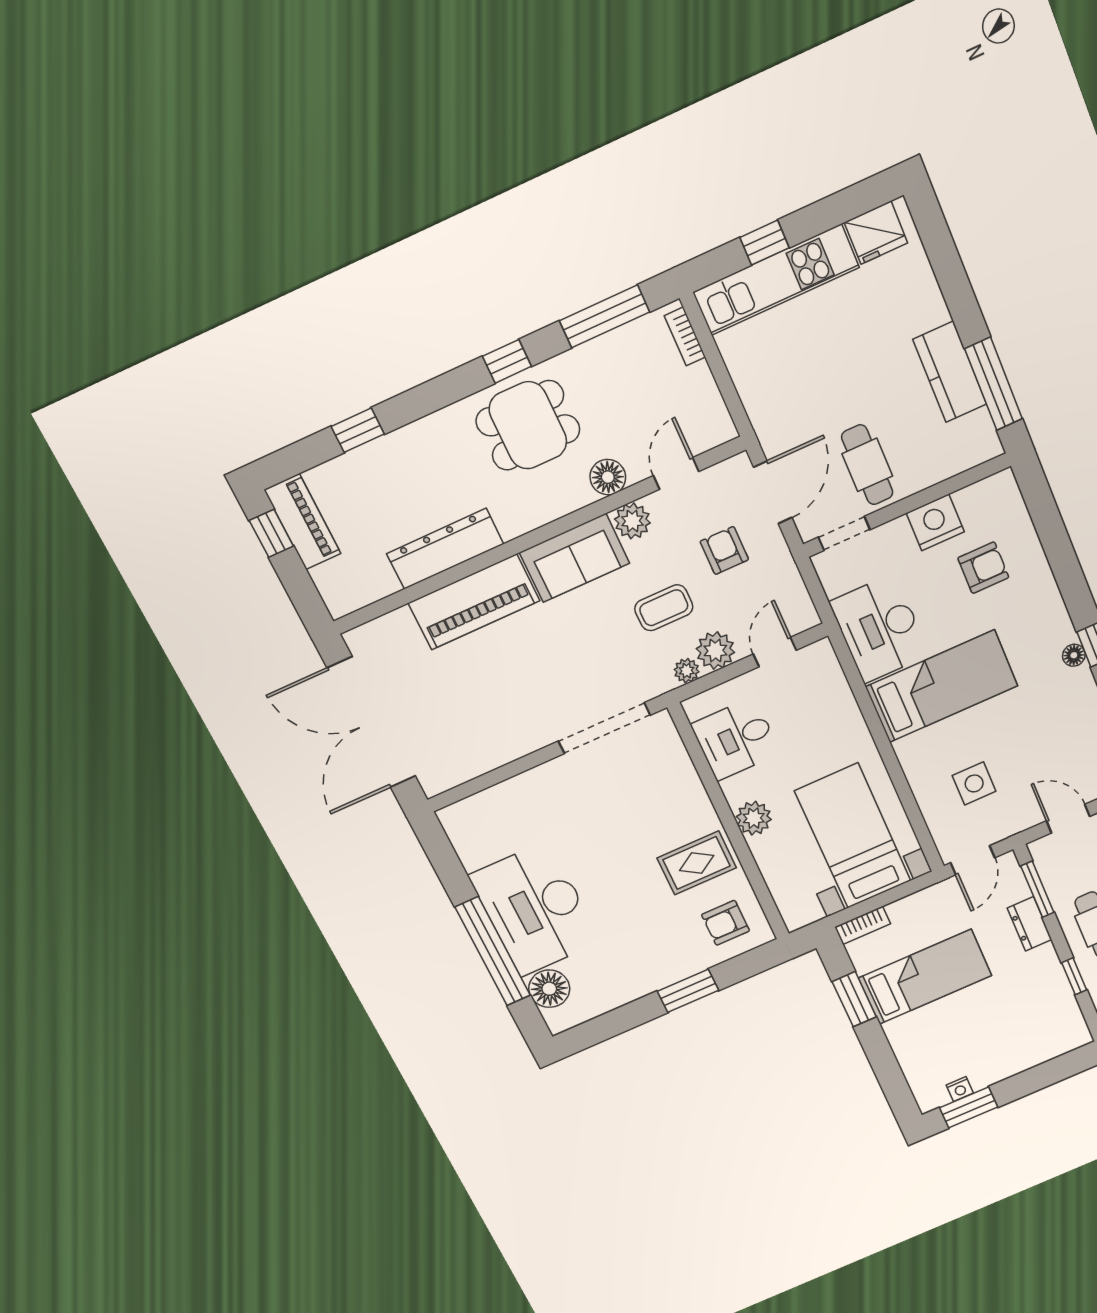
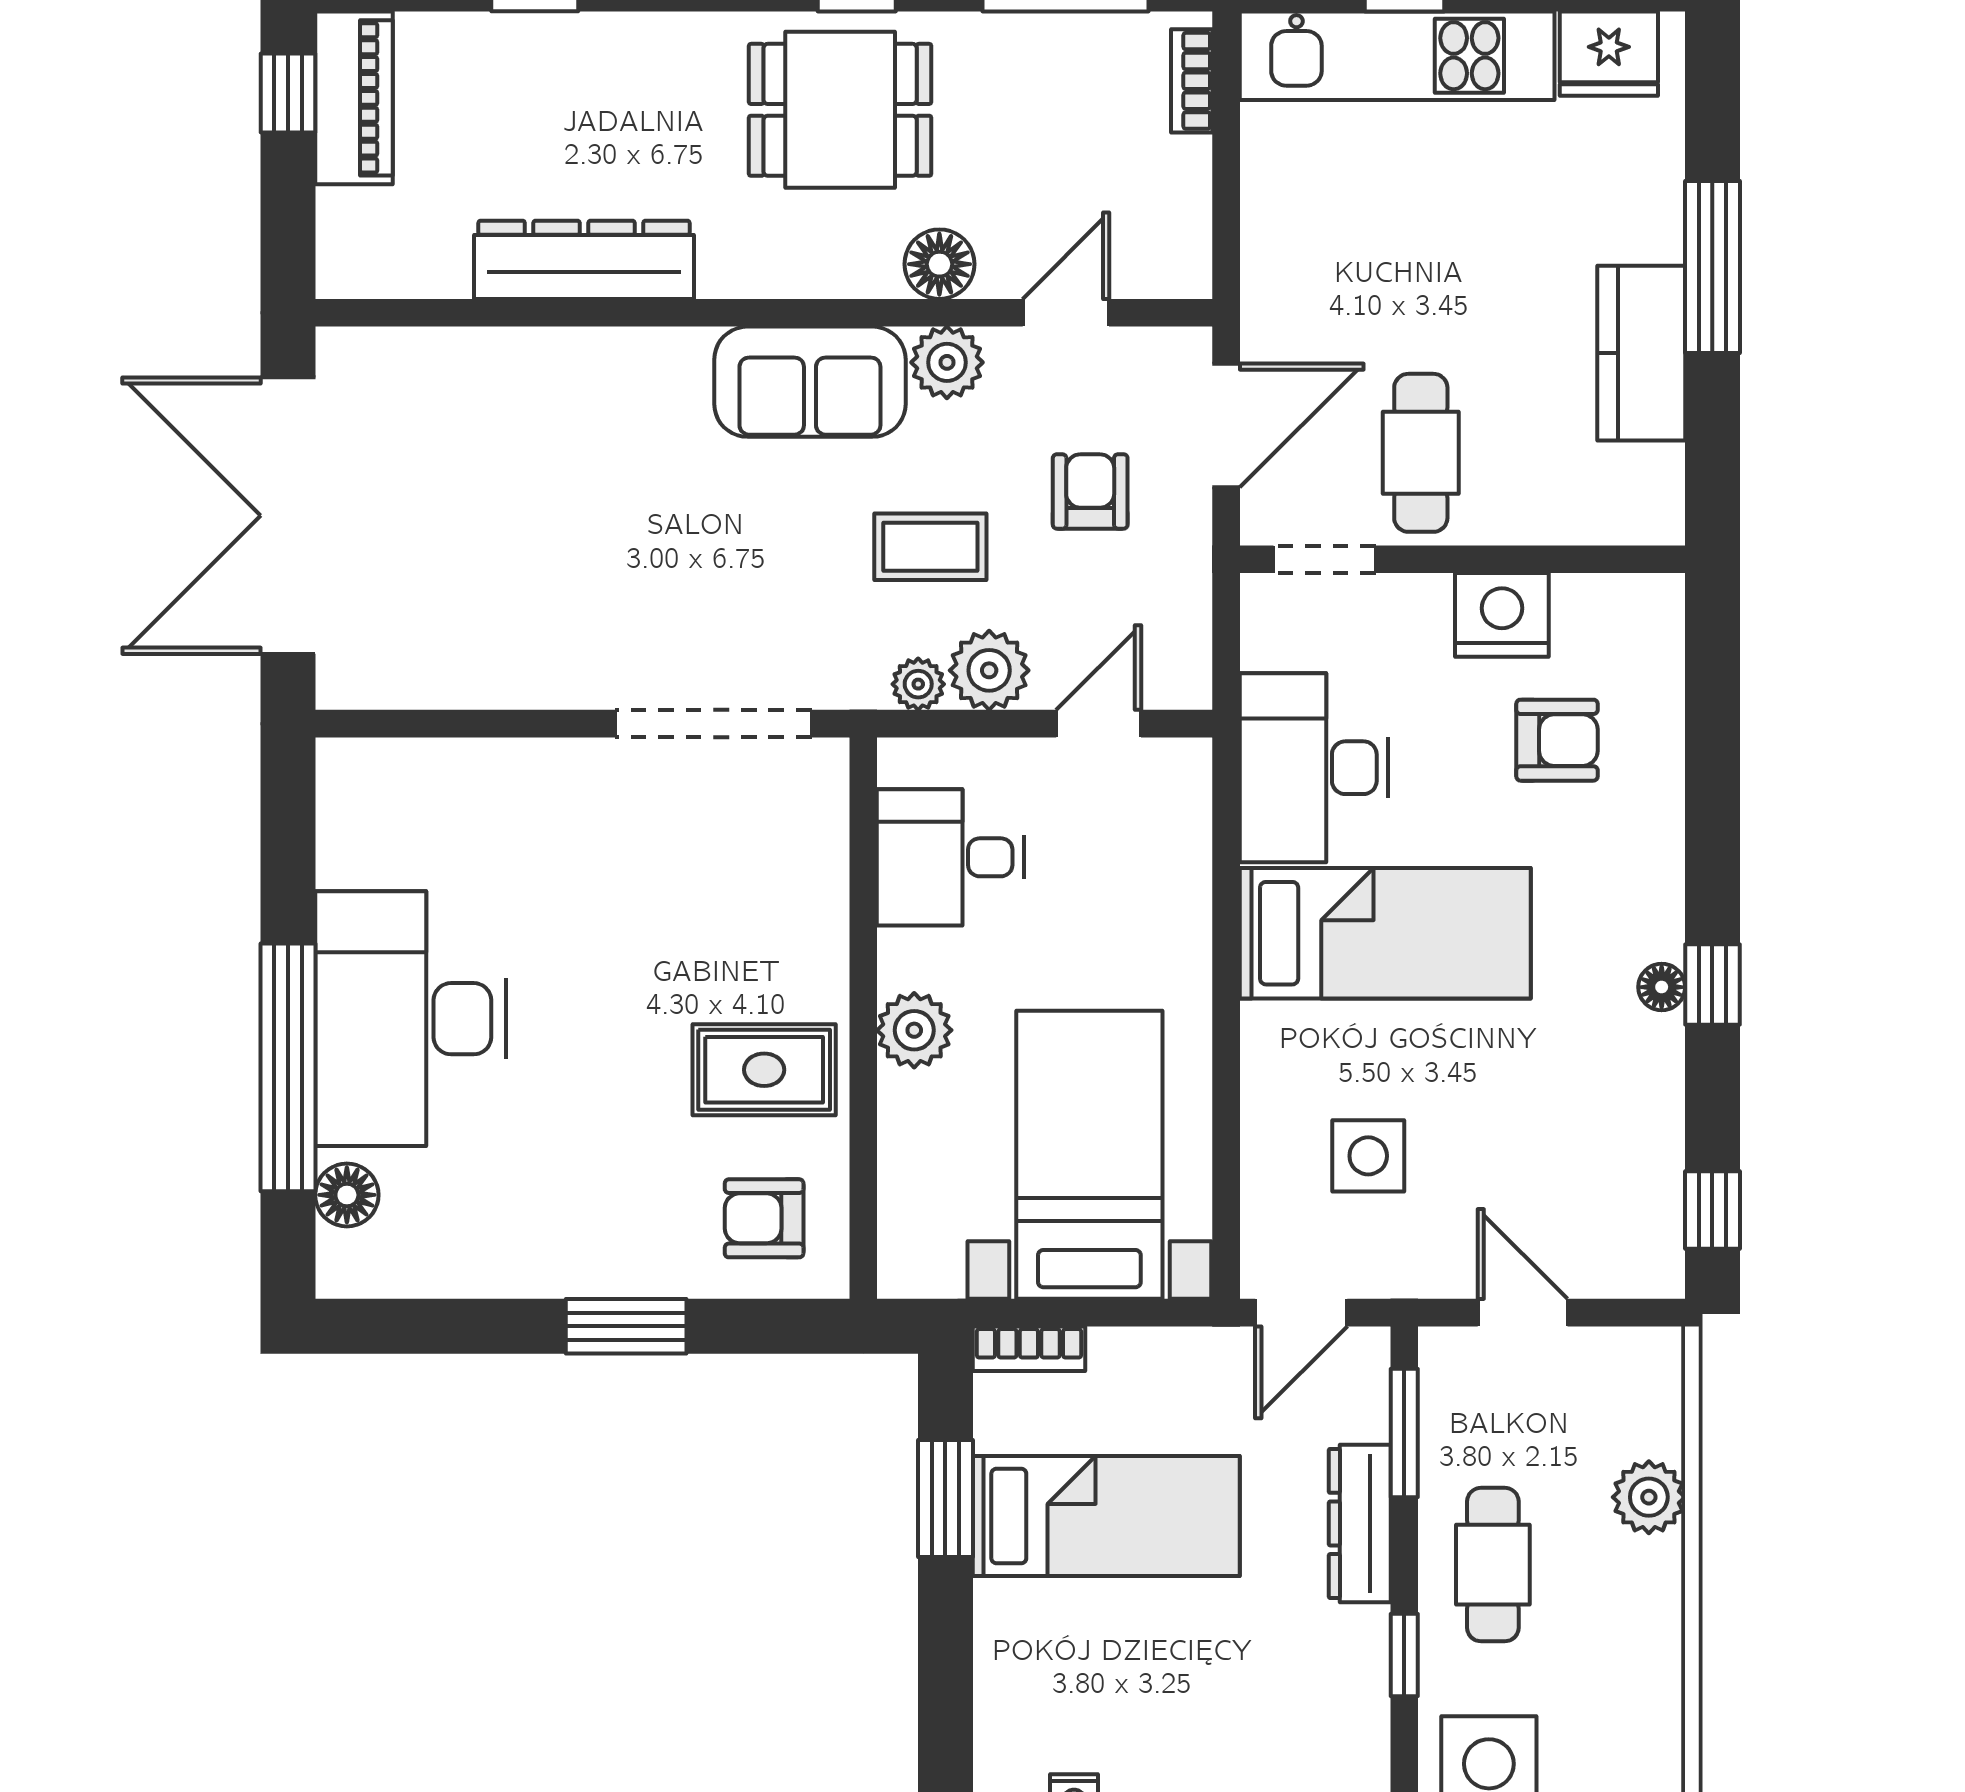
window: (994, 384) -> (1712, 267), moved
piano: (474, 602) -> (588, 379), removed
dresser: (1030, 924) -> (1360, 1523), width x1.44
floor lamp: (549, 989) -> (347, 1195), width x0.73, depth x0.73

